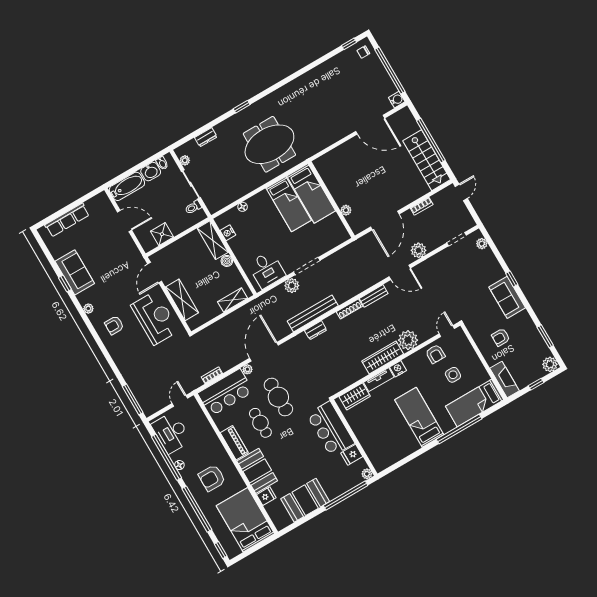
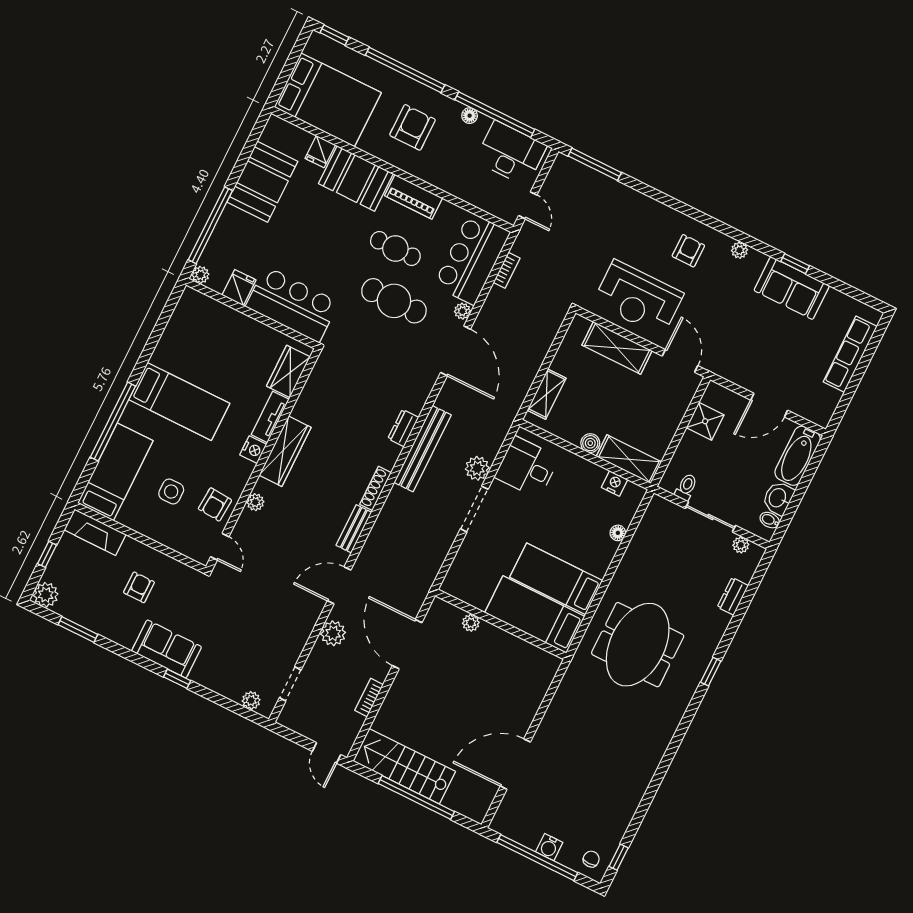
water cooler: (397, 100) -> (549, 847), moved
plant: (408, 340) -> (255, 502), width x0.53, depth x0.53
armchair: (435, 354) -> (215, 504), turned -86

